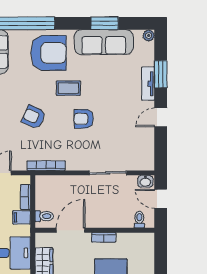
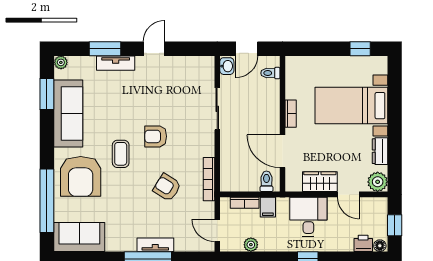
window: (105, 23) -> (47, 94), moved
armchair: (49, 53) -> (81, 176), turned 180
armchair: (34, 117) -> (167, 187), moved, turned 98
door: (161, 117) -> (154, 49), swing flipped
armchair: (84, 119) -> (156, 136), turned 90

